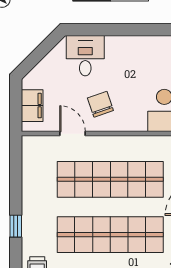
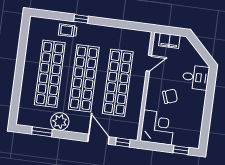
chair: (100, 104) -> (170, 96), moved
window: (16, 226) -> (81, 19), moved

